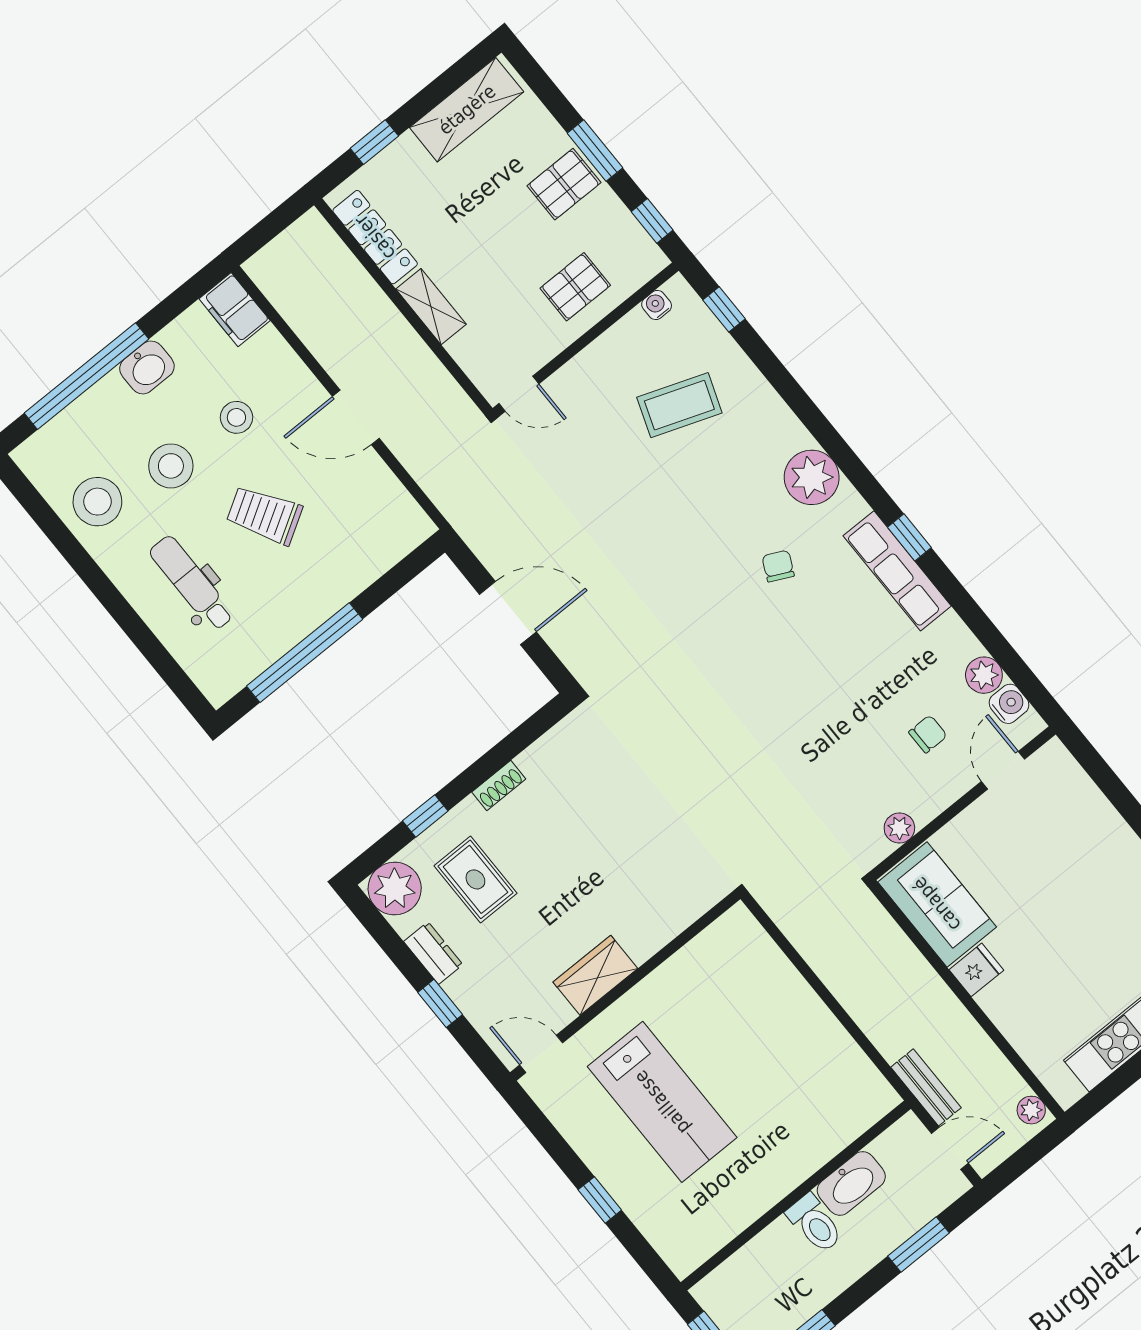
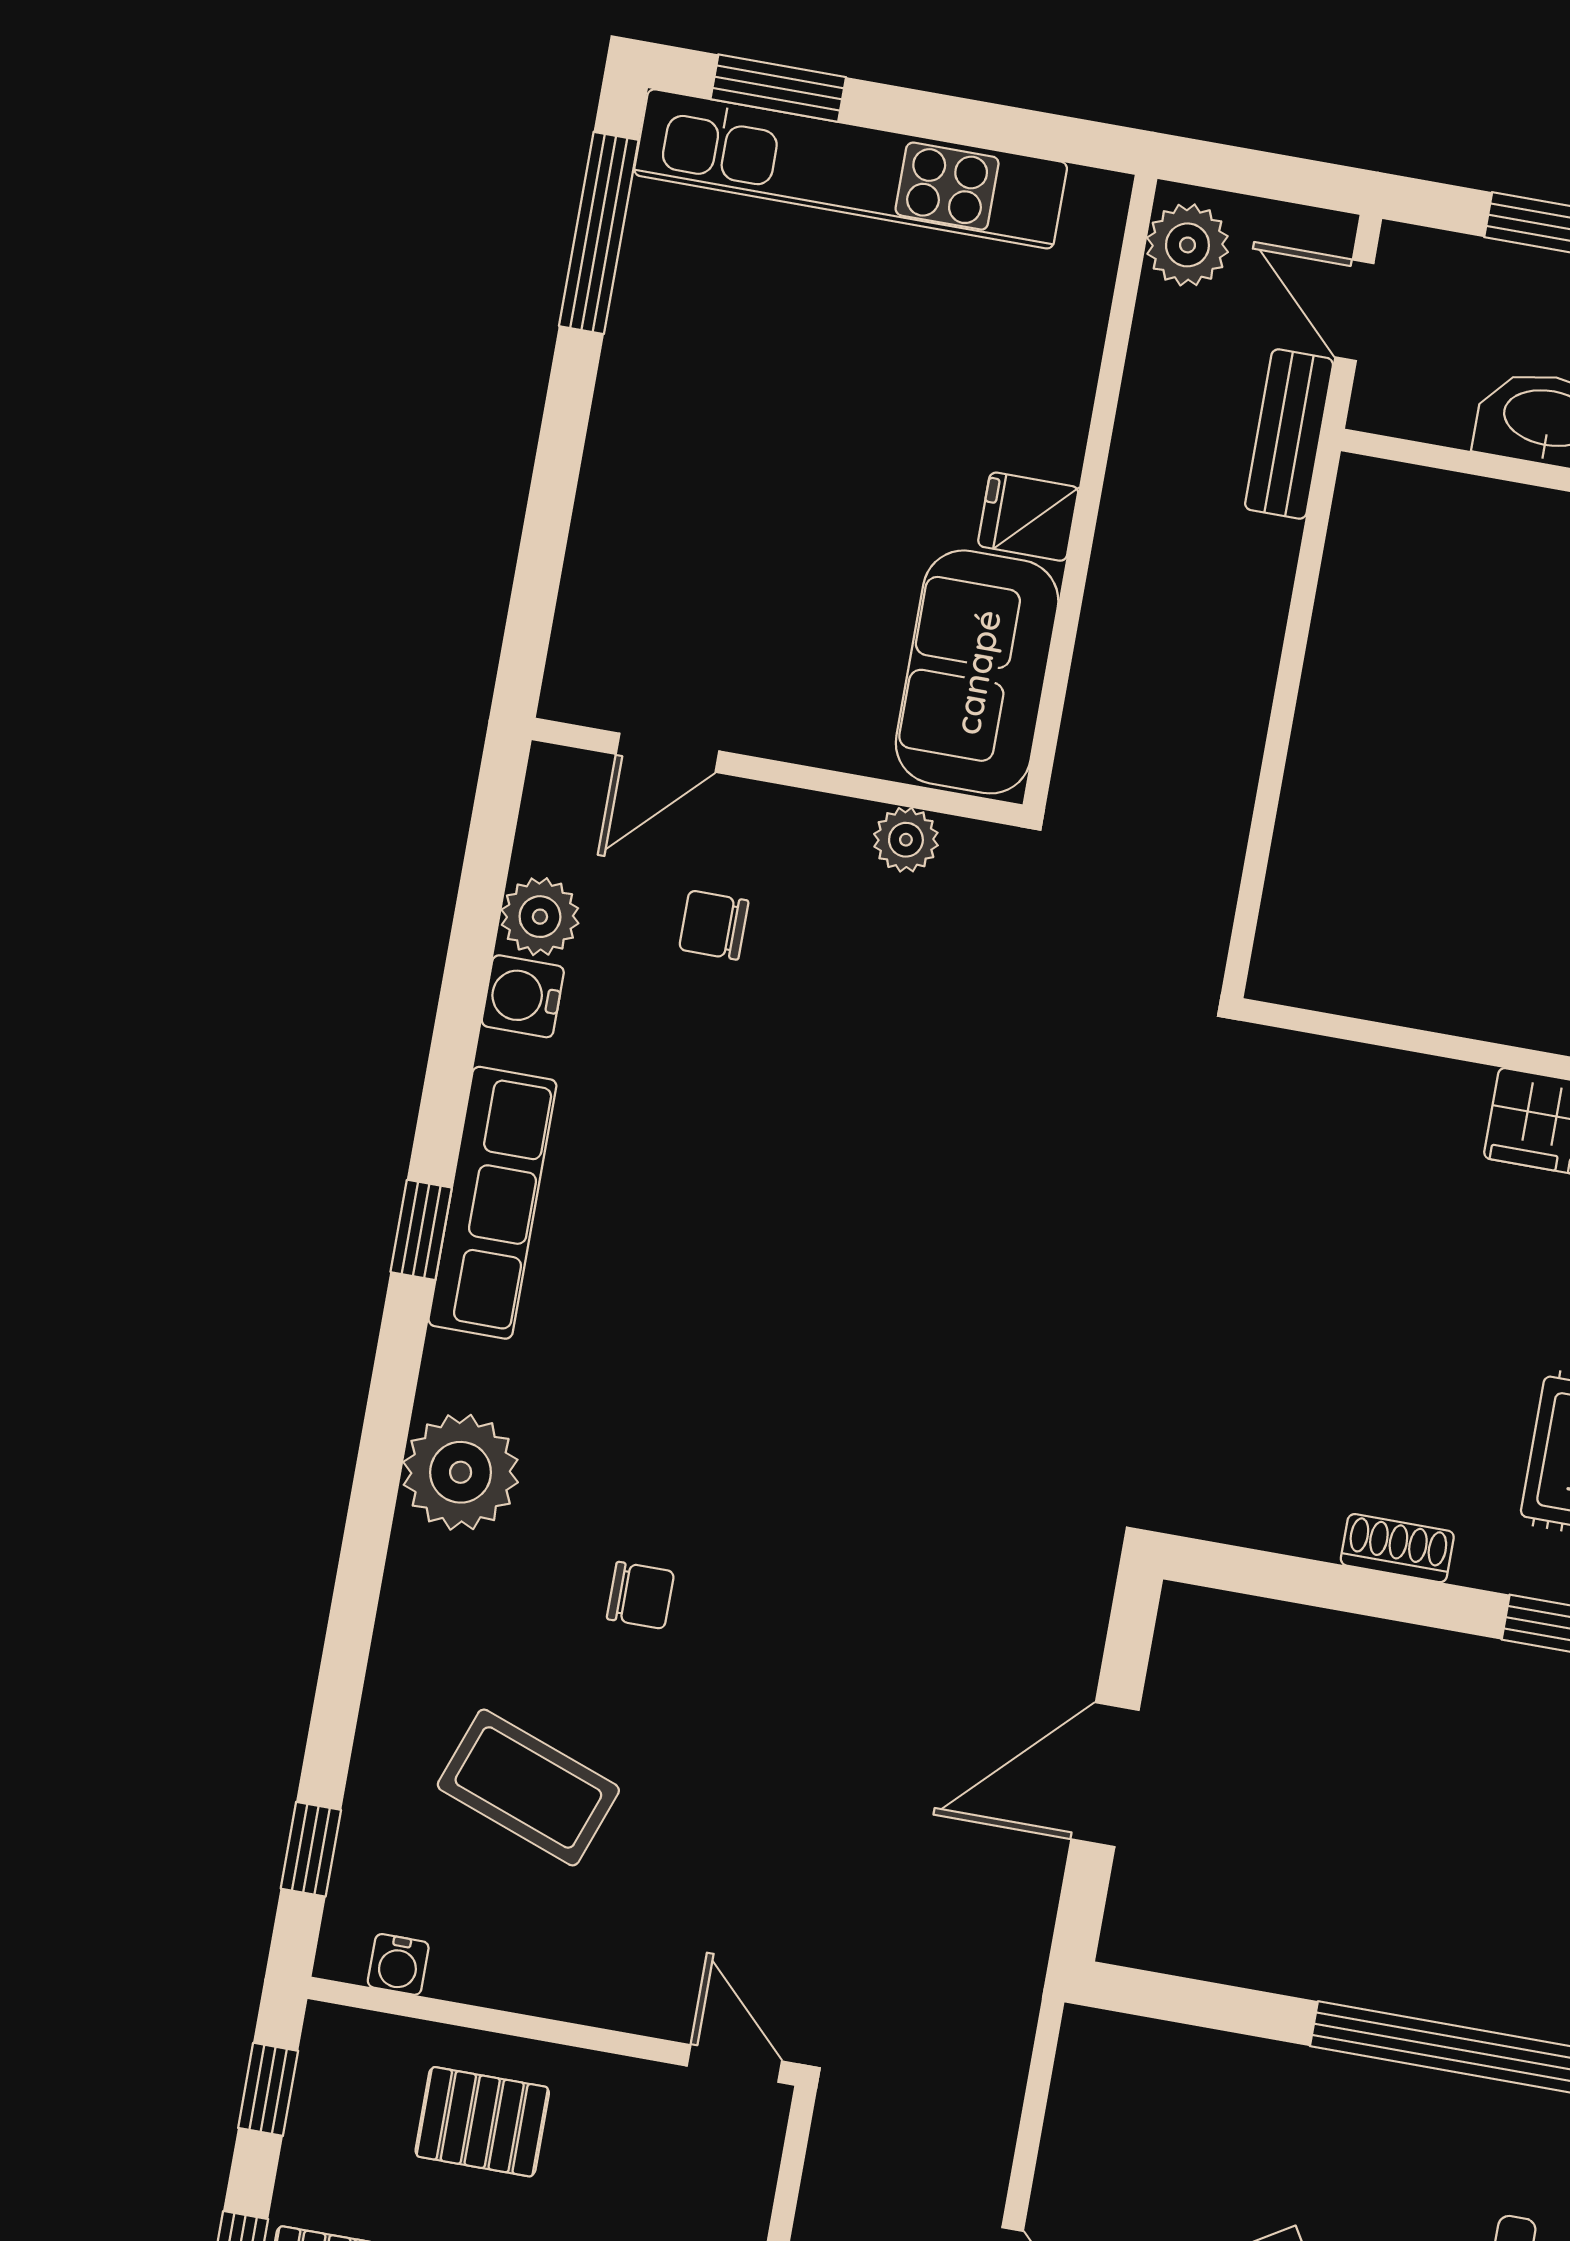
chair: (778, 566) -> (640, 1595), moved, turned -116
door: (508, 613) -> (1105, 1775), hinge flipped
water cooler: (1009, 704) -> (523, 996), moved
plant: (1031, 1110) -> (1187, 245), width x1.38, depth x1.38

